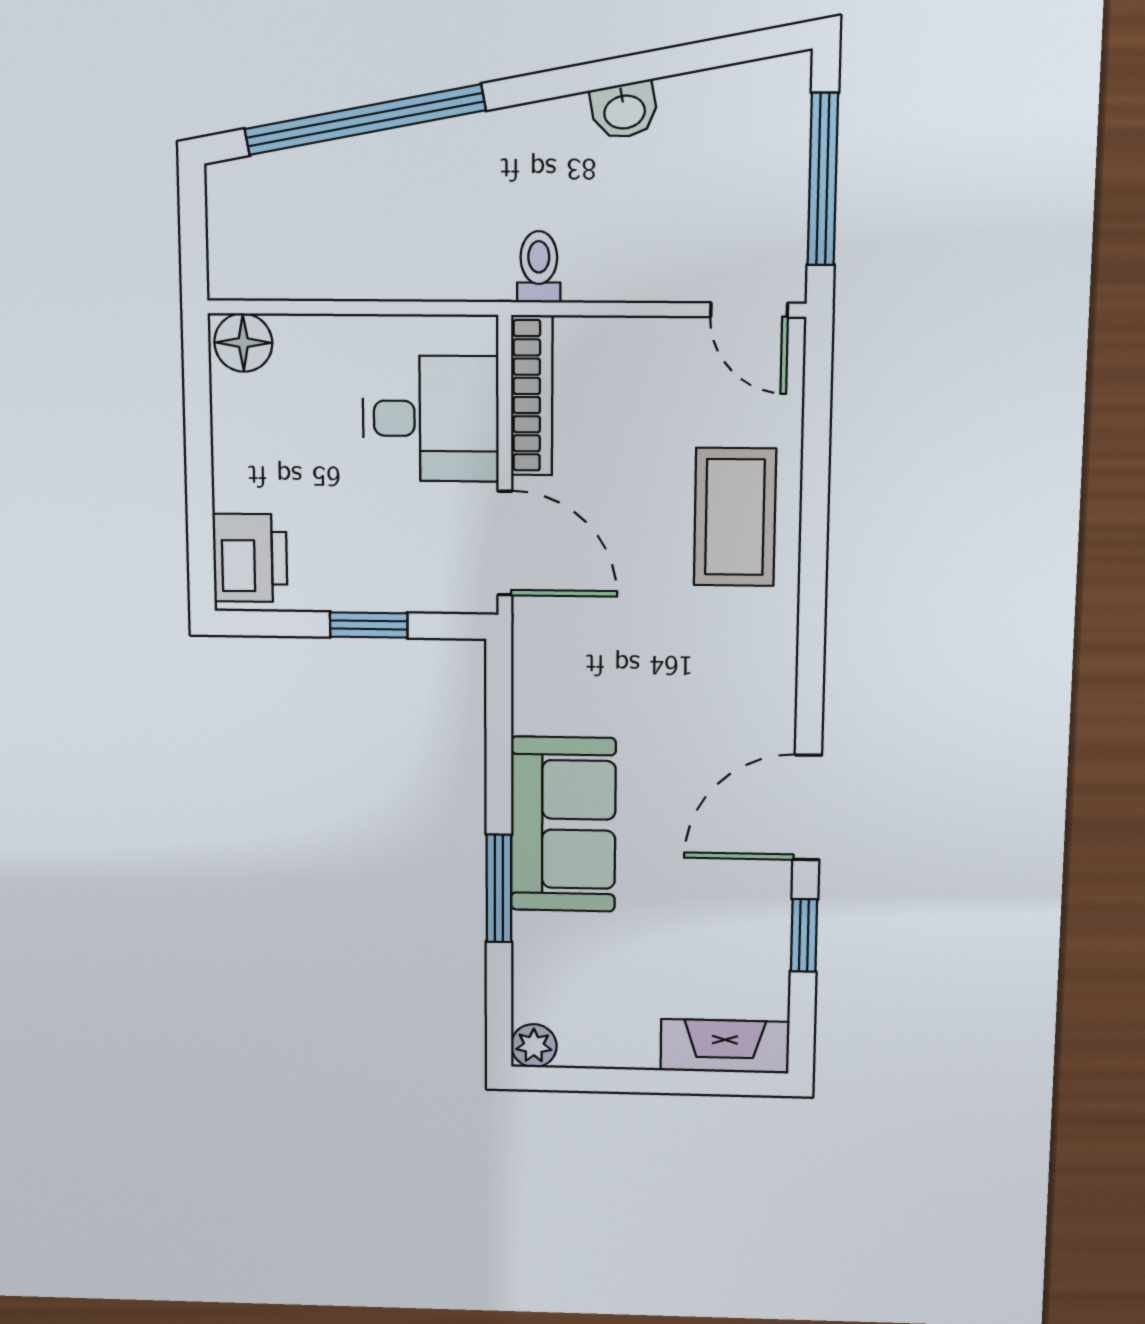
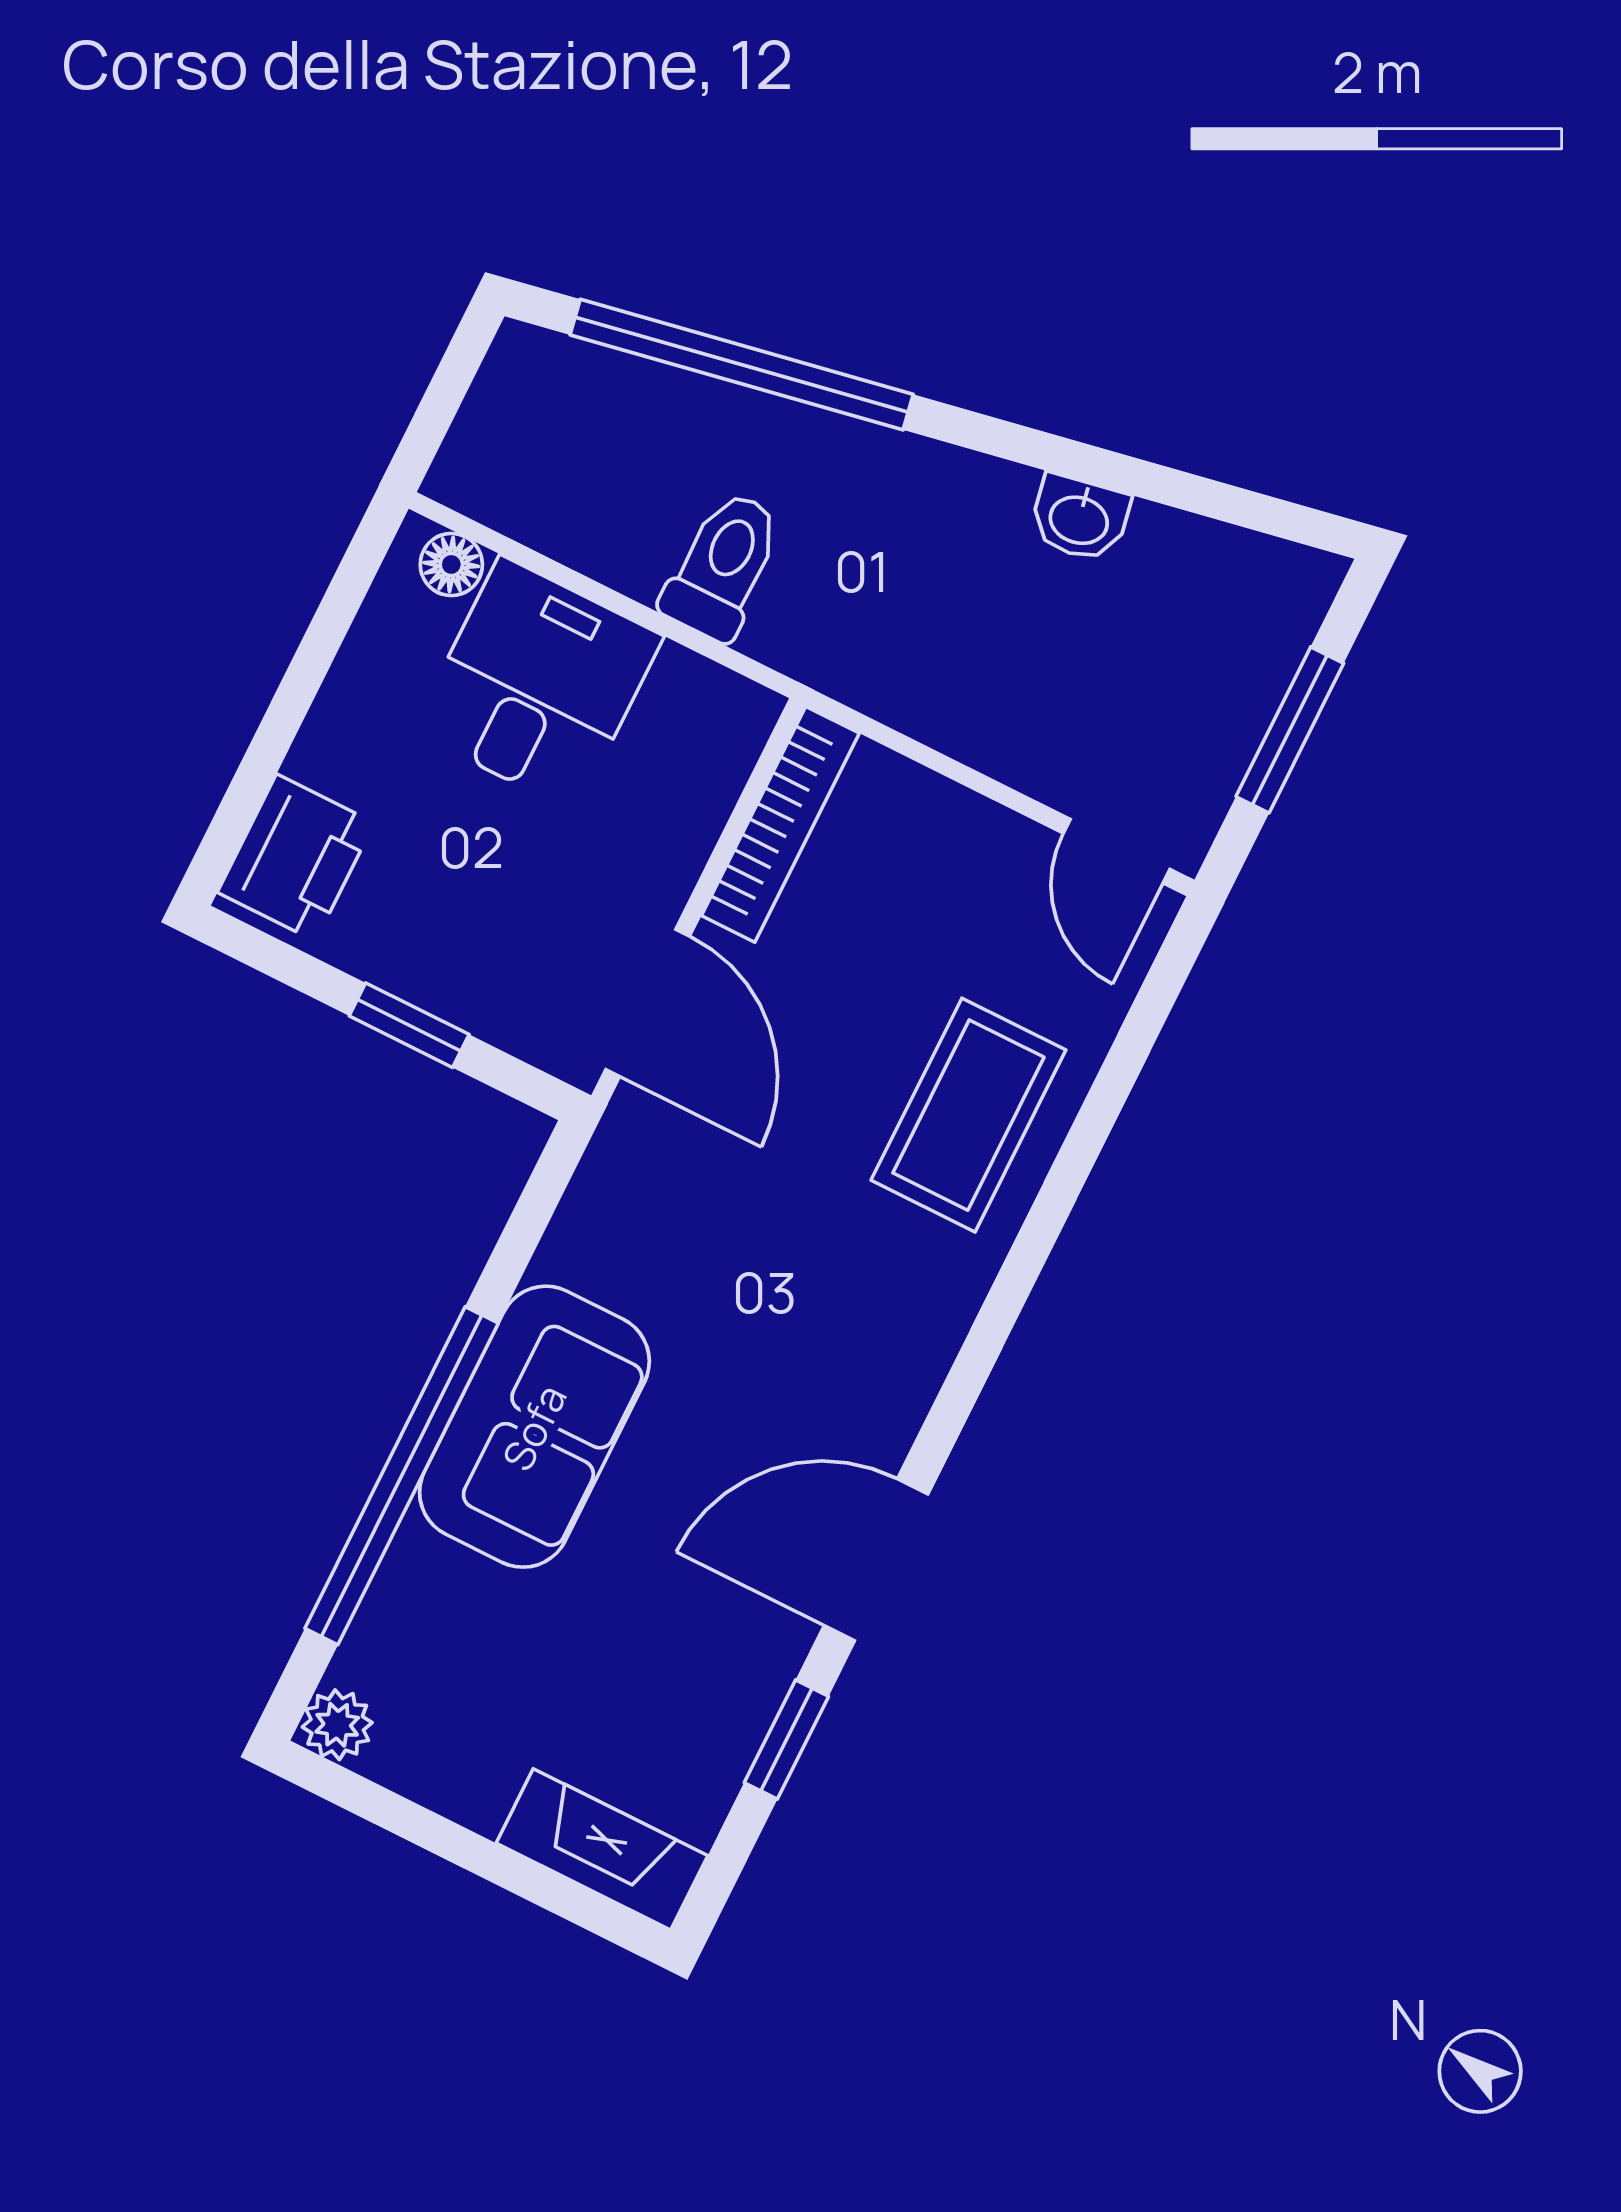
window: (823, 179) -> (1290, 730), width x0.69
toilet: (539, 267) -> (723, 566), moved, width x1.37, depth x1.39
floor lamp: (243, 343) -> (451, 564), width x0.73, depth x0.73
desk: (431, 419) -> (538, 684), moved, turned -90
window: (499, 888) -> (402, 1476), width x2.11

